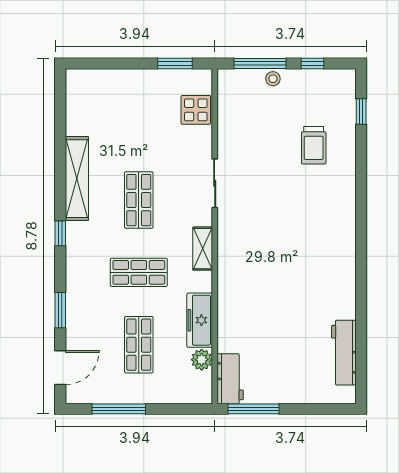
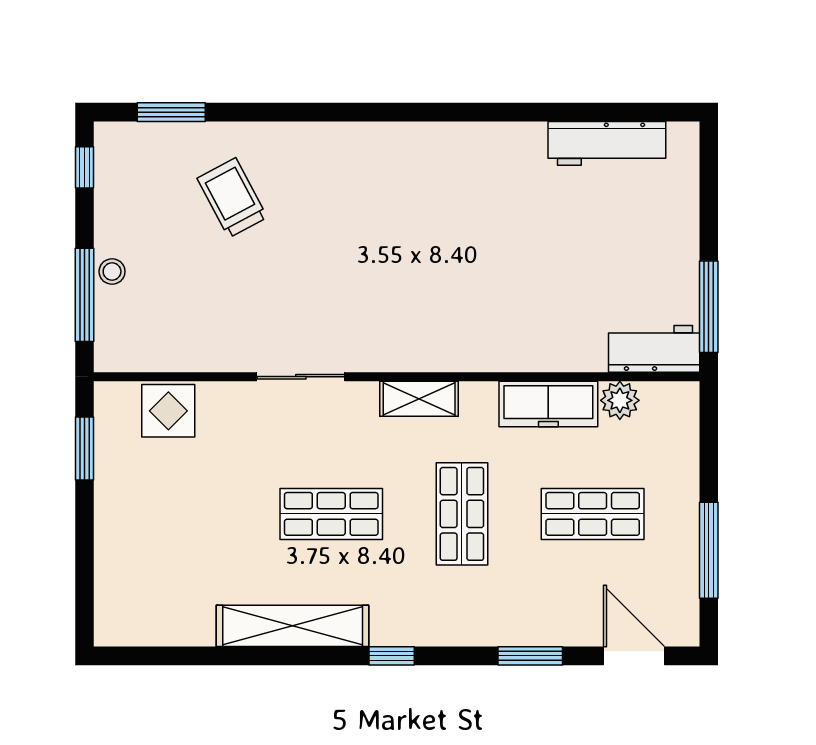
window: (312, 63) -> (84, 167), moved
window: (361, 111) -> (171, 112), width x1.50
trolley: (314, 145) -> (232, 198), turned -118

